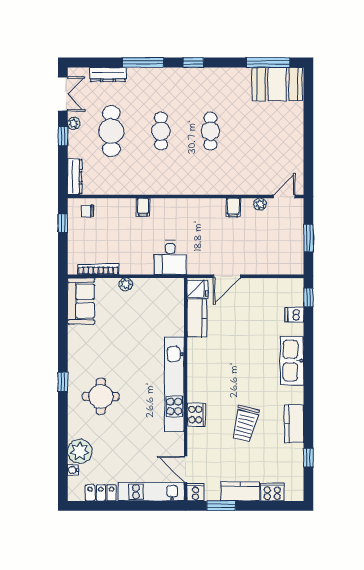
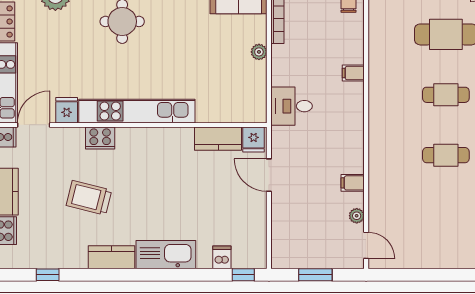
kitchen counter: (294, 424) -> (111, 257), moved
fridge: (174, 442) -> (67, 110), added

